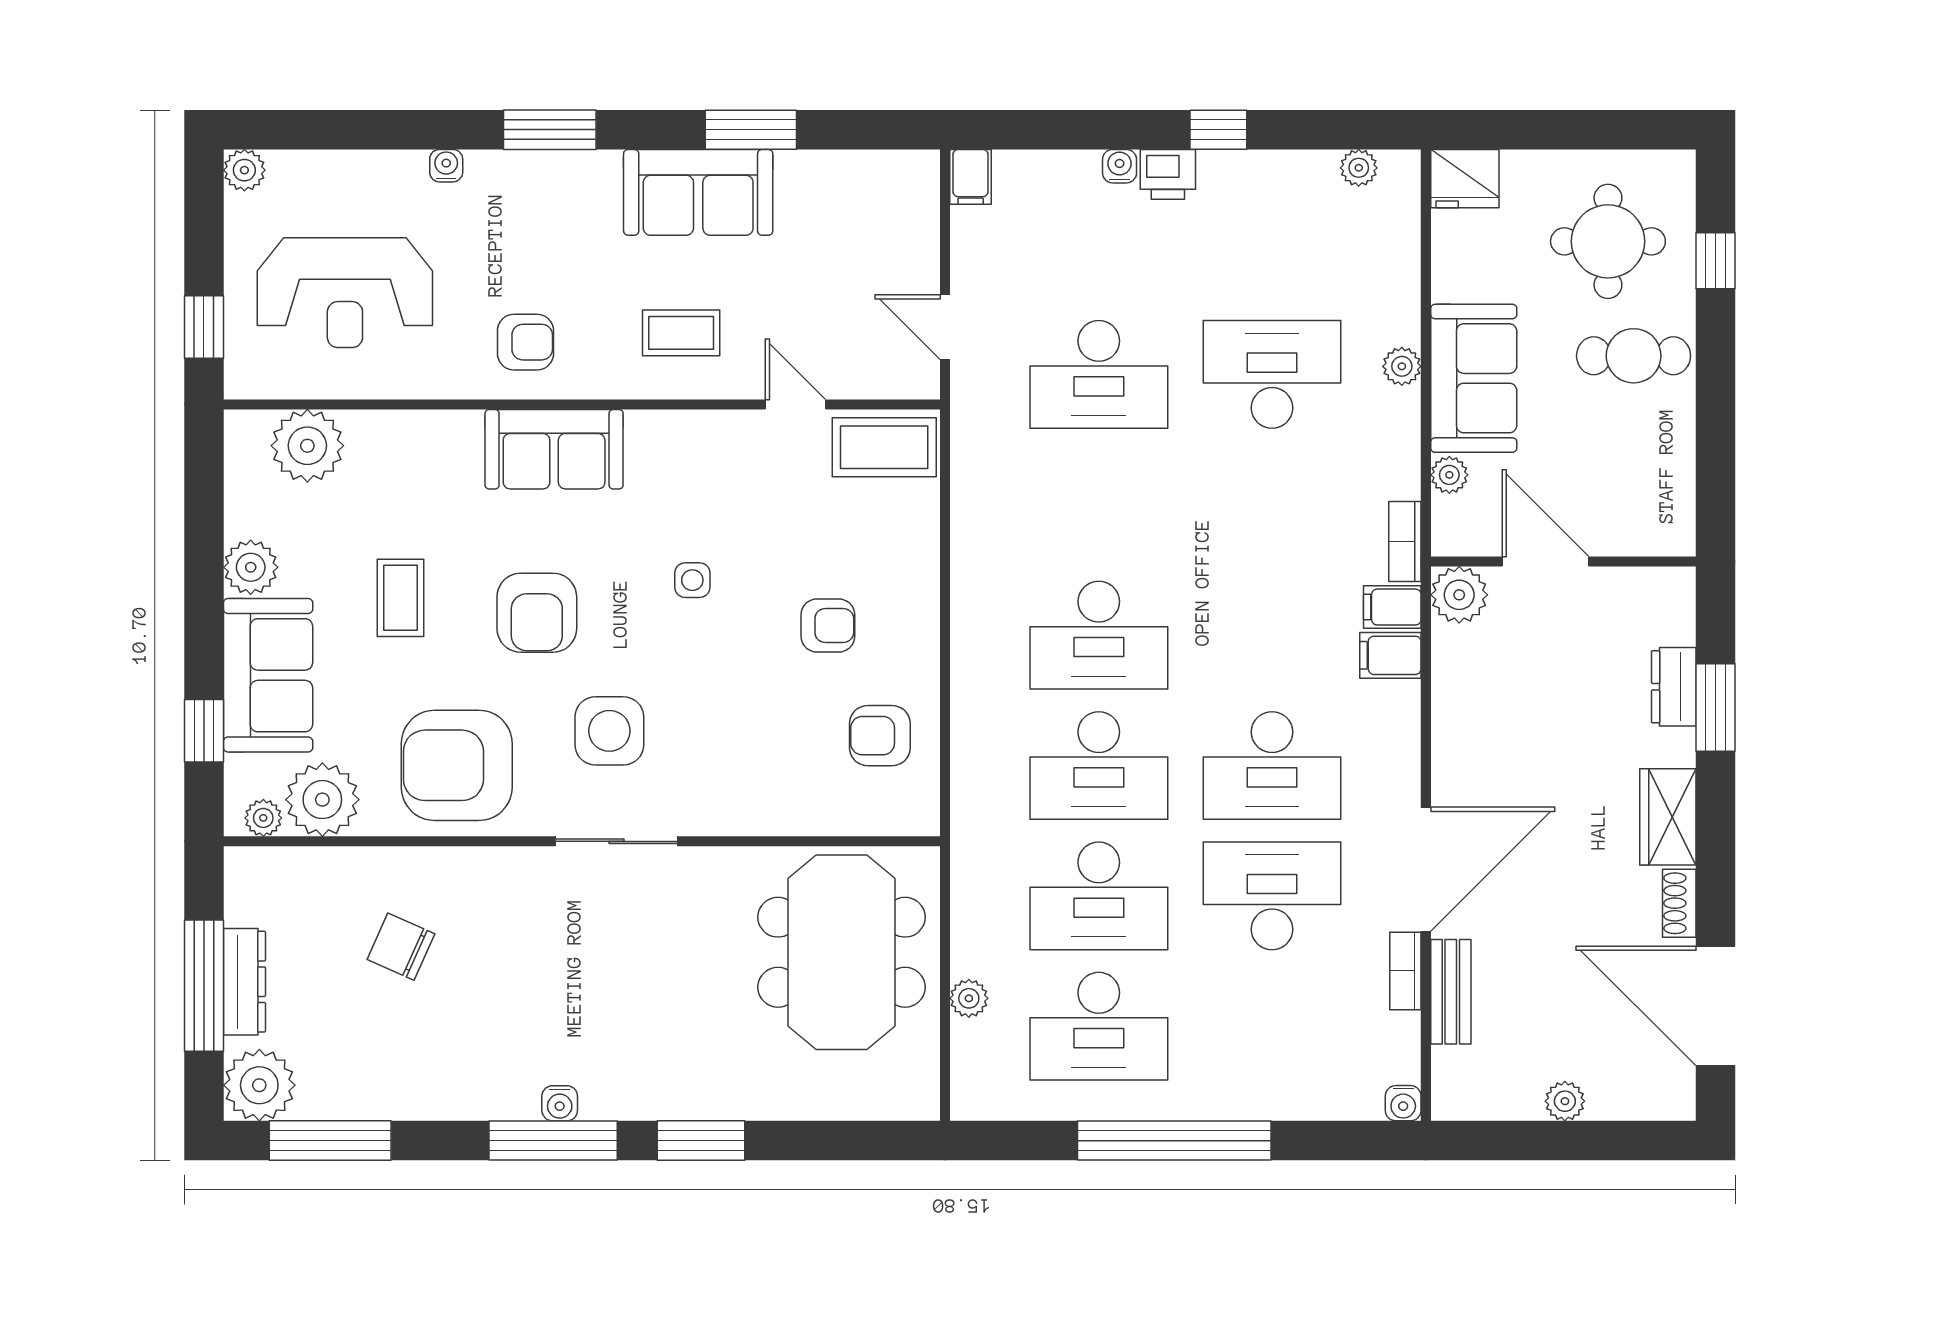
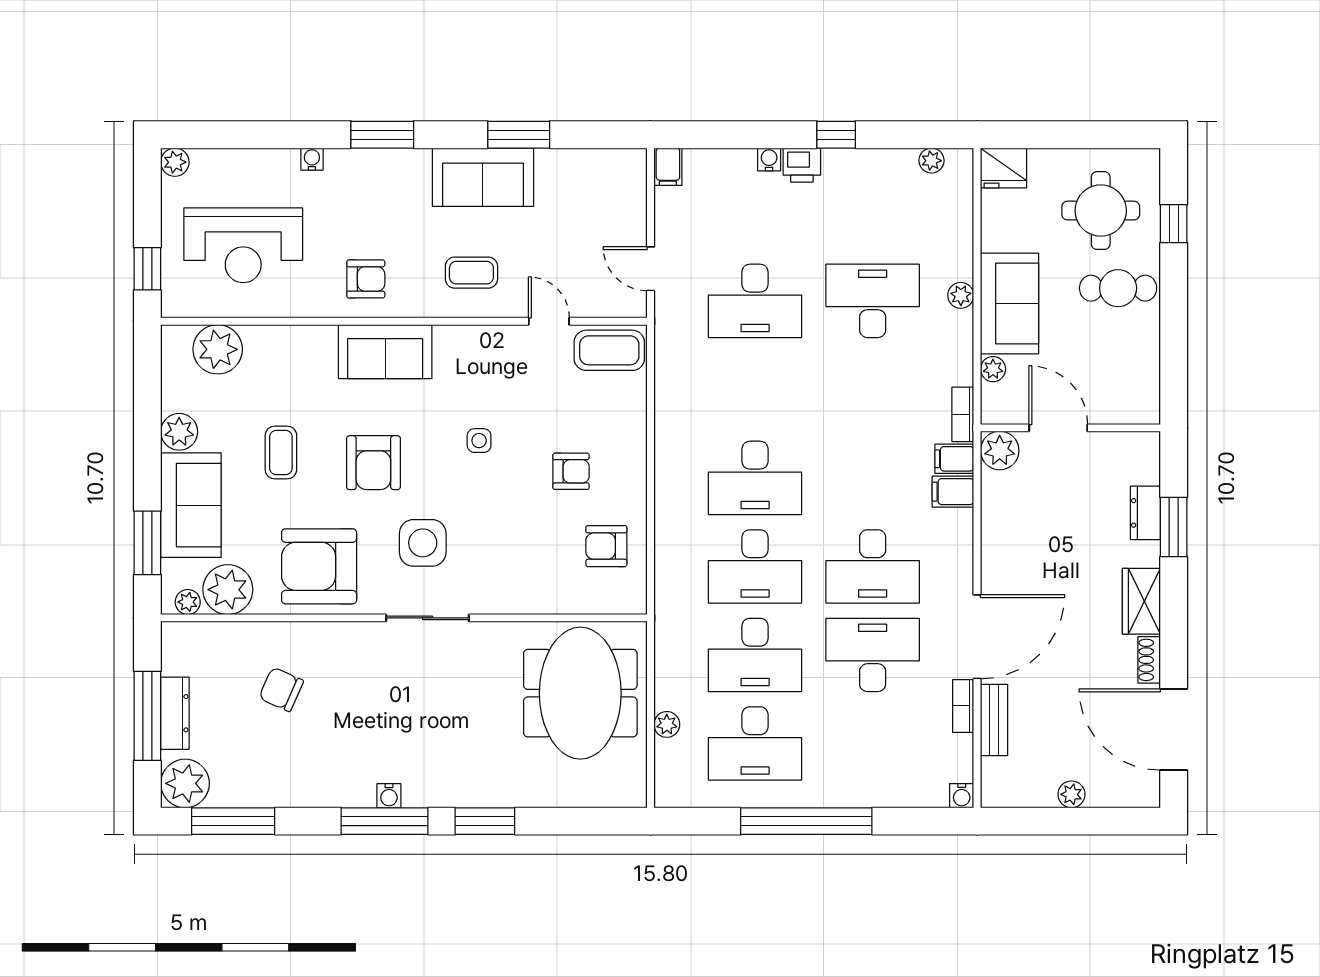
window: (204, 731) -> (147, 543), width x1.50

